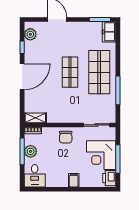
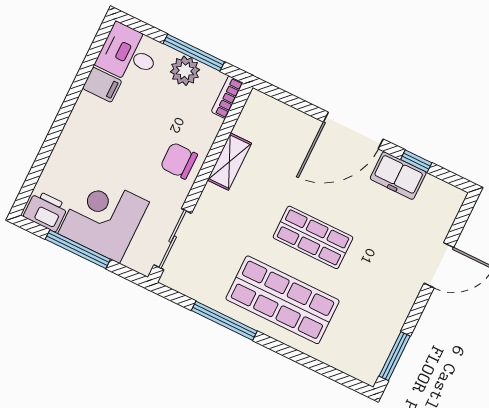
freezer: (109, 32) -> (398, 176), moved, turned 180
plant: (30, 34) -> (435, 192), removed
door: (22, 77) -> (353, 130), hinge flipped
shelving: (35, 118) -> (229, 162), moved
filing cabinet: (74, 180) -> (102, 85), moved

